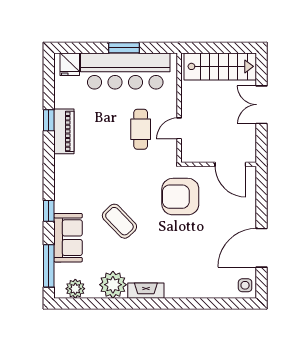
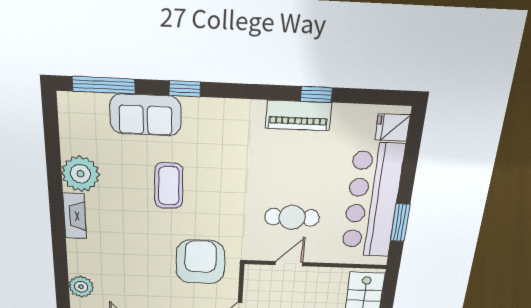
window: (124, 48) -> (400, 223), moved
door: (179, 128) -> (289, 264), hinge flipped
coffee table: (119, 221) -> (169, 186), turned -46
plant: (75, 289) -> (81, 287), moved

